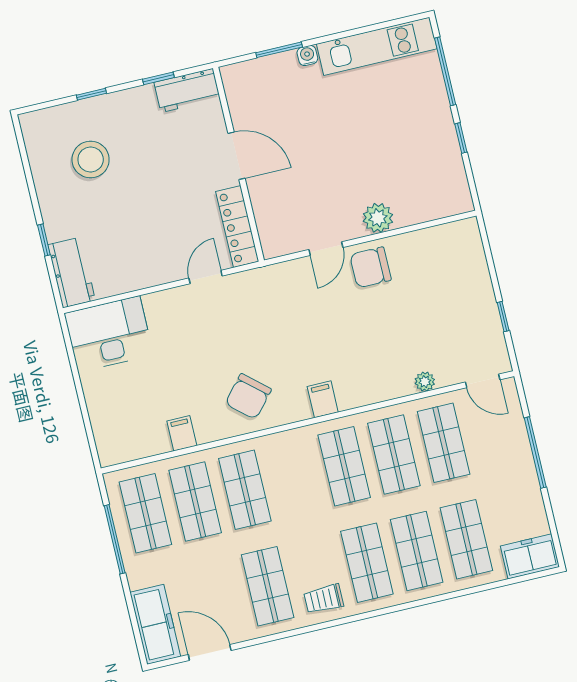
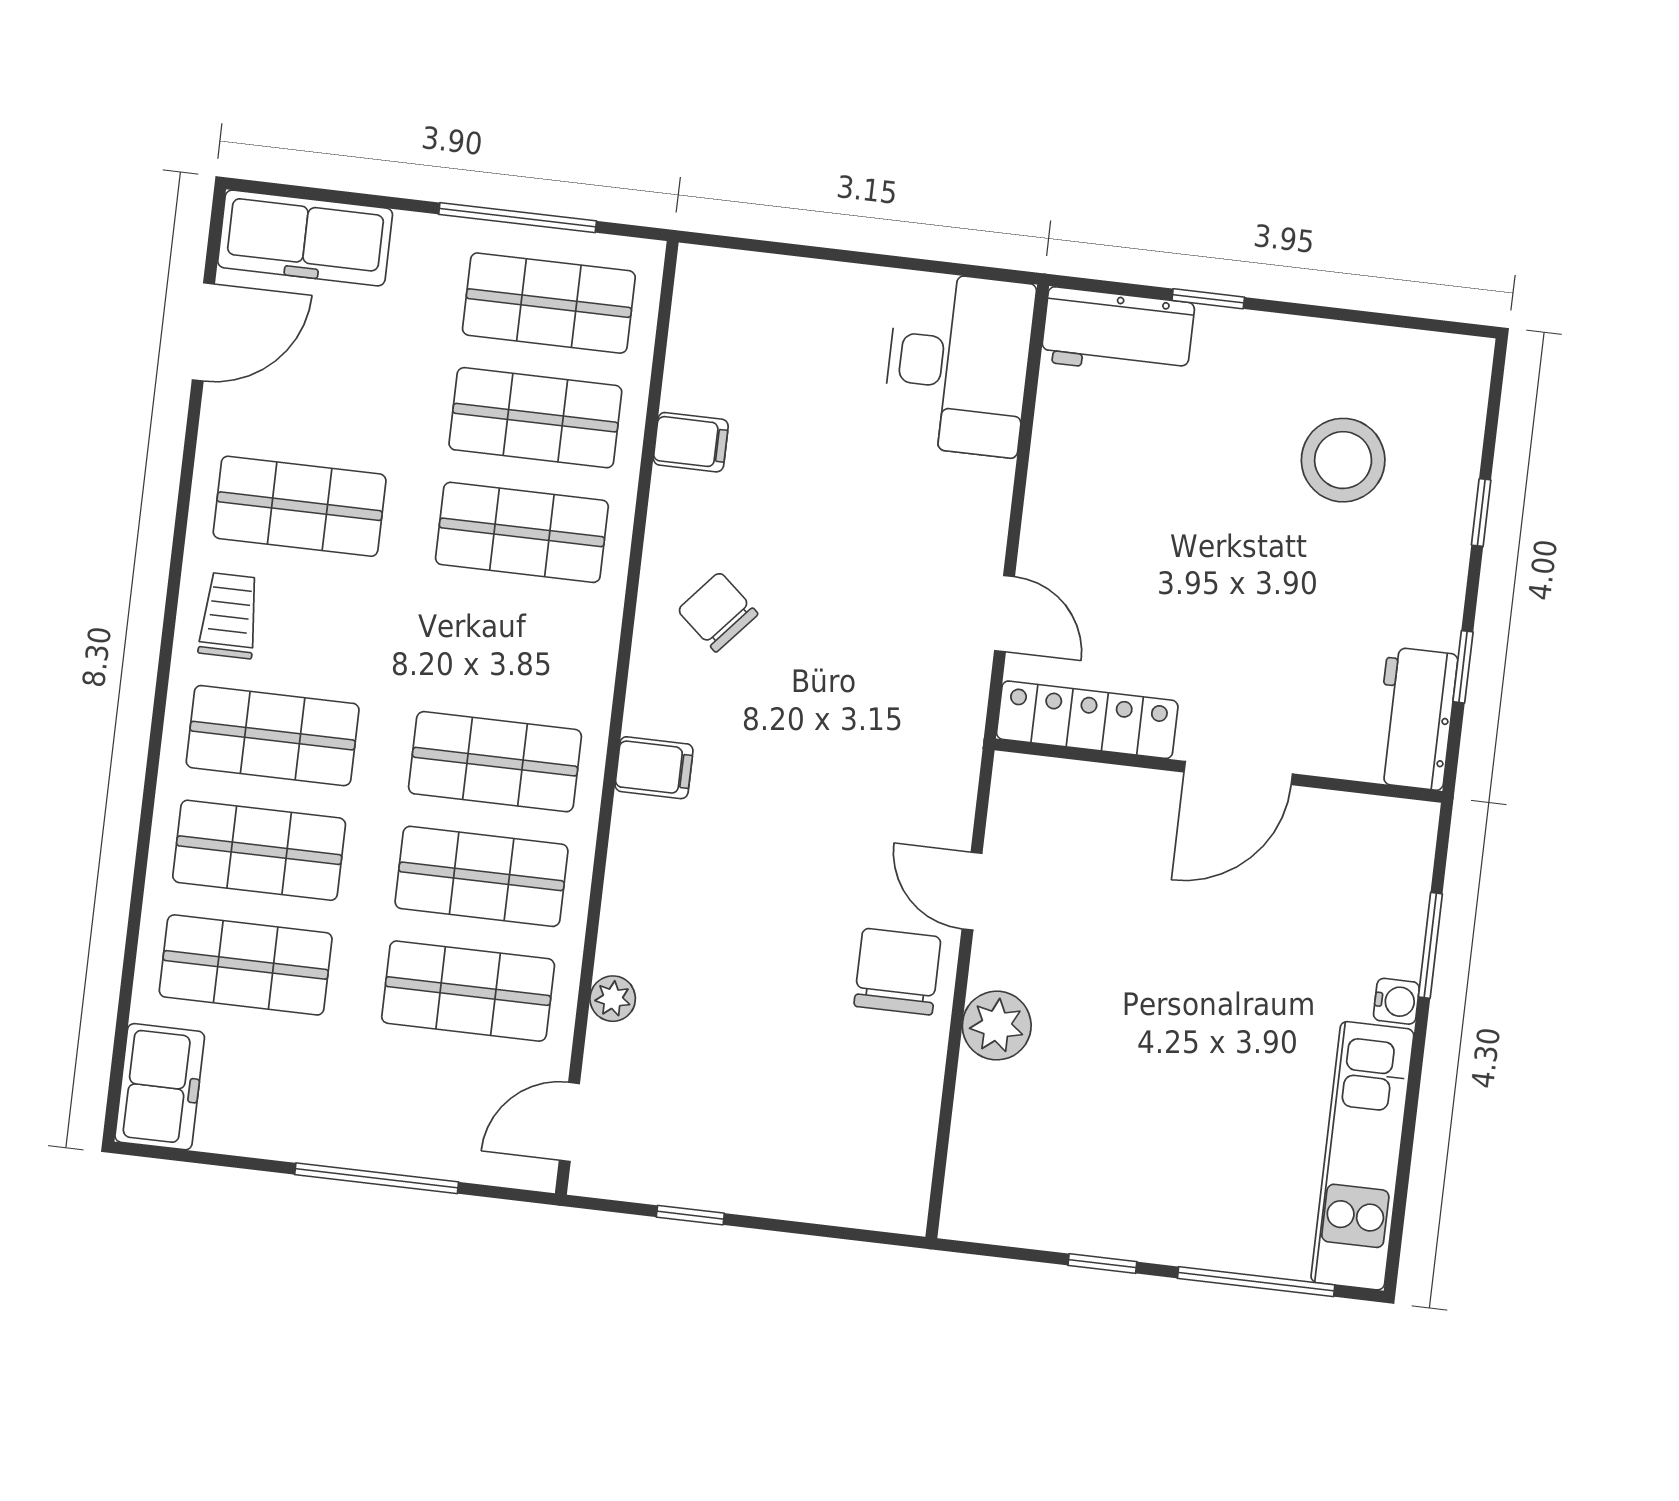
chair: (248, 396) -> (718, 612), width x0.73, depth x0.73

